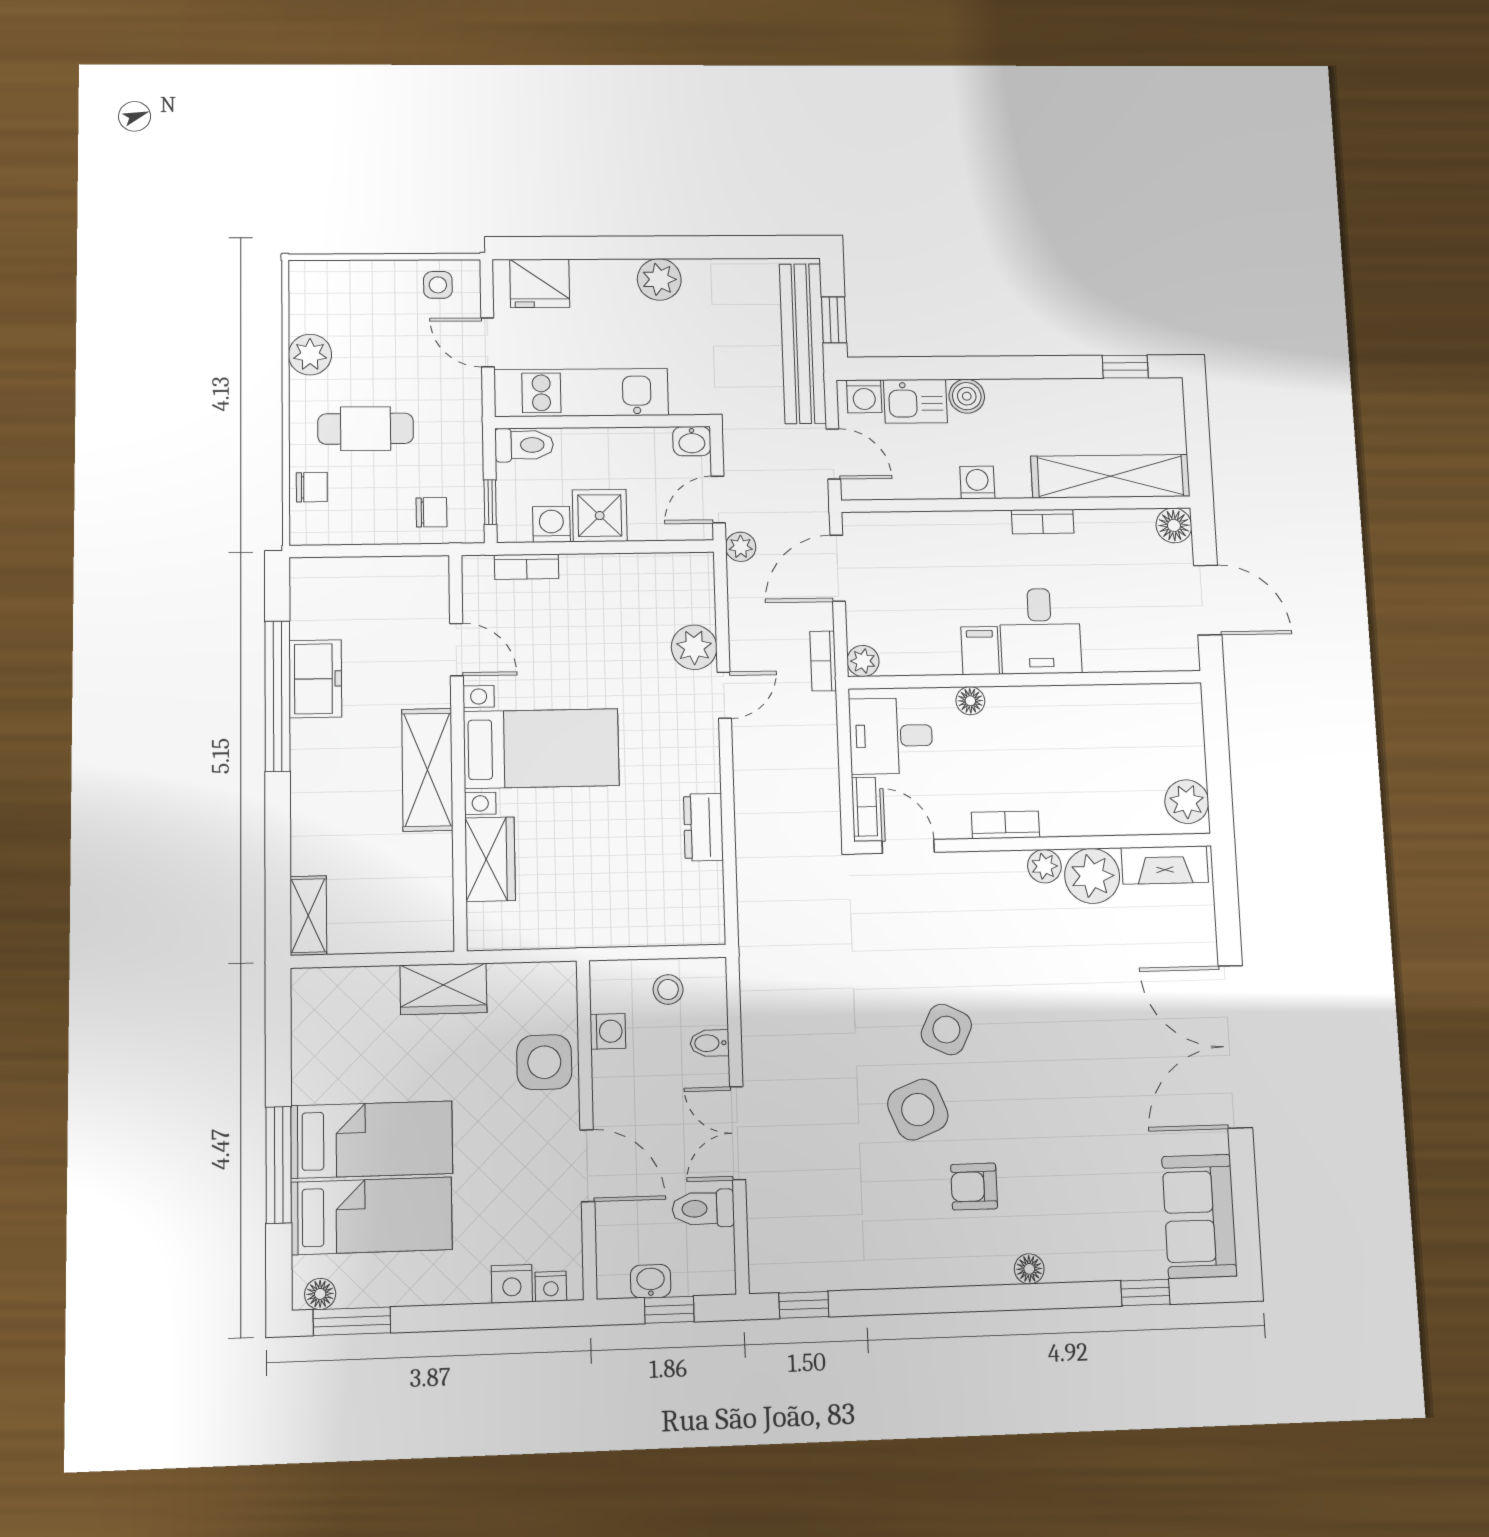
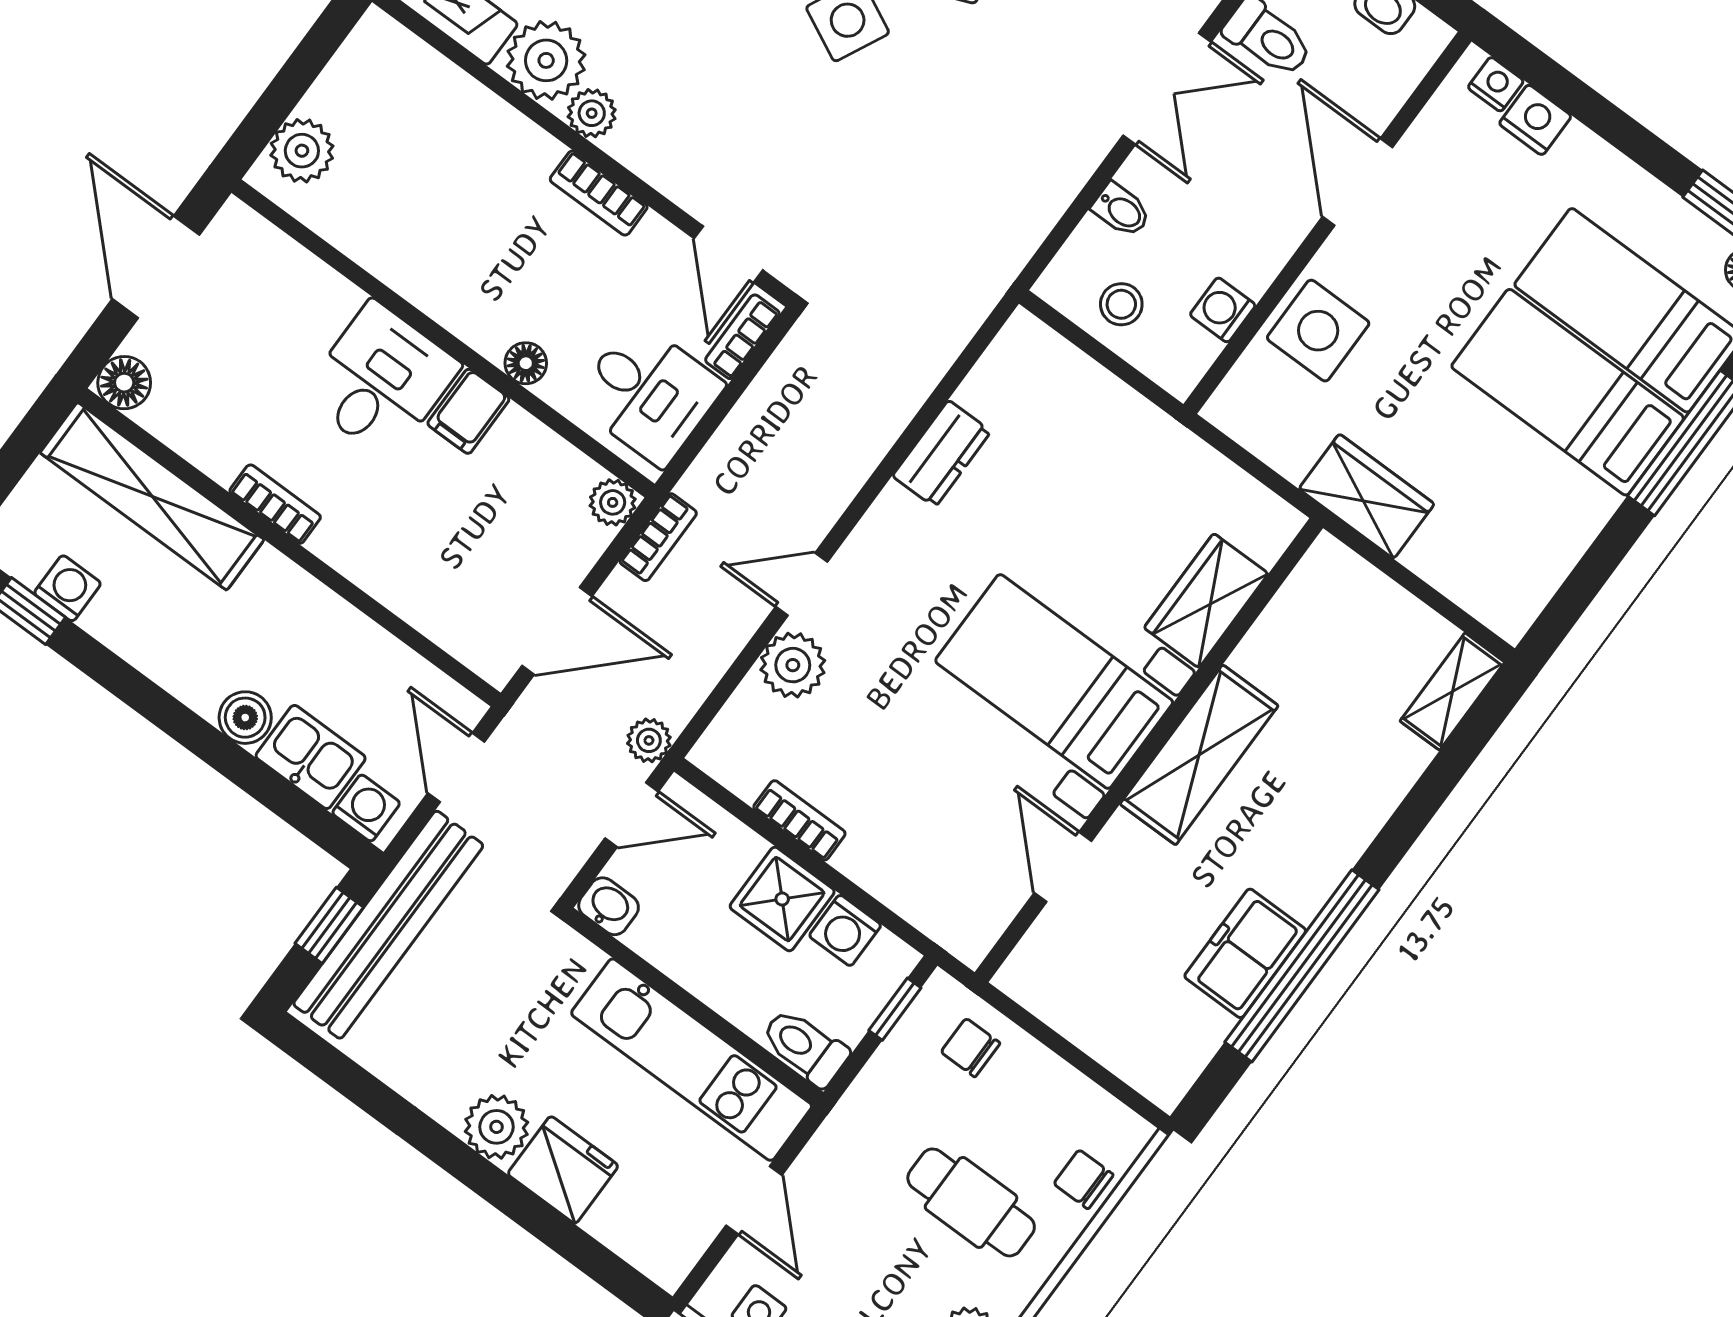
fridge: (540, 283) -> (563, 1170), moved
washing machine: (977, 482) -> (67, 588), moved, turned 180
bookcase: (527, 567) -> (799, 820), moved
plant: (1187, 802) -> (302, 151), moved

